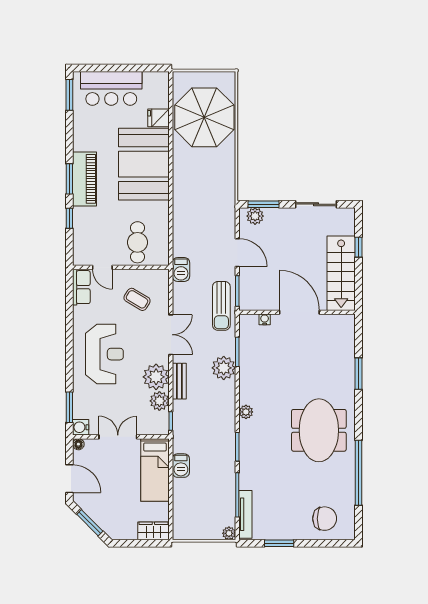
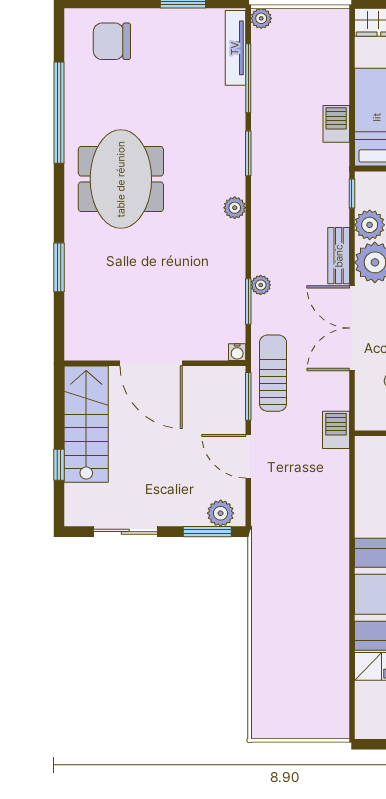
parasol: (204, 117) -> (300, 667), removed
water cooler: (265, 319) -> (237, 352), moved
double door: (171, 335) -> (352, 328), width x1.37
plant: (224, 368) -> (261, 285), width x0.53, depth x0.53

